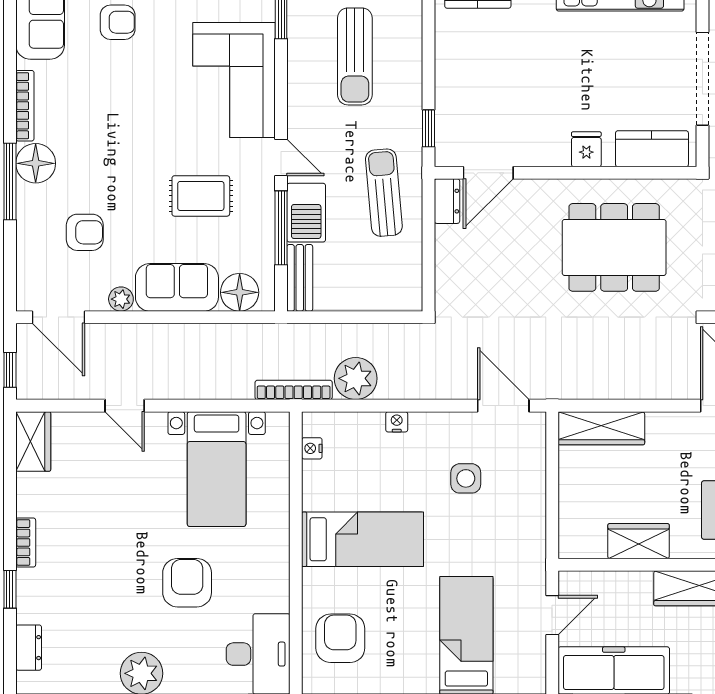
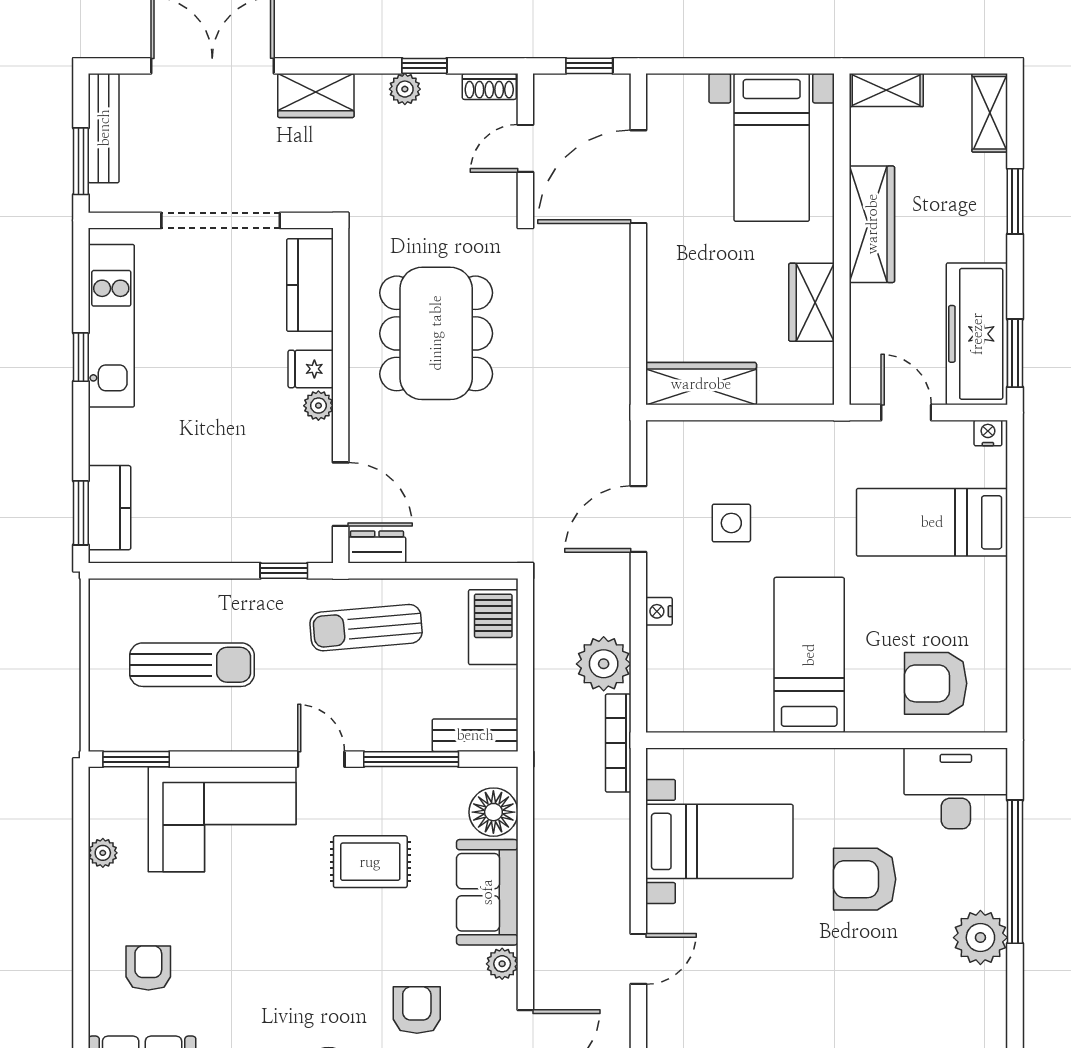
plant: (558, 155) -> (318, 406), added
door: (281, 157) -> (321, 759), hinge flipped
rug: (201, 196) -> (370, 862), turned 90
barbecue: (306, 213) -> (493, 627), moved, turned -90
door: (503, 406) -> (638, 519), moved
wardrobe: (601, 428) -> (701, 384), moved, turned -90
nightstand: (312, 448) -> (988, 433), moved, turned 180

